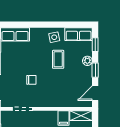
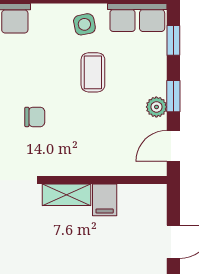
plant: (87, 61) -> (156, 107), moved
shelving: (81, 116) -> (66, 195), moved

